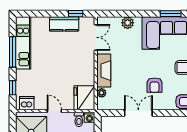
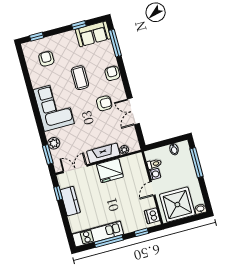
window: (171, 14) -> (48, 155), moved
fridge: (84, 98) -> (110, 171), moved
washing machine: (89, 117) -> (155, 174), moved

